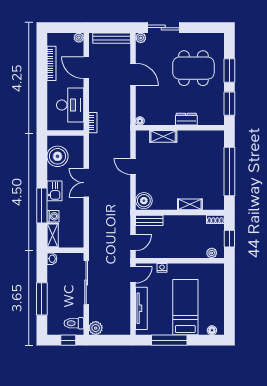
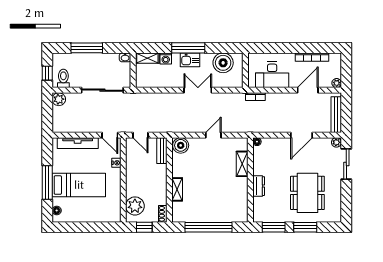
window: (42, 205) -> (188, 48), moved
plant: (212, 253) -> (135, 206), width x1.88, depth x1.88
window: (169, 340) -> (47, 182), moved

